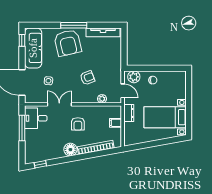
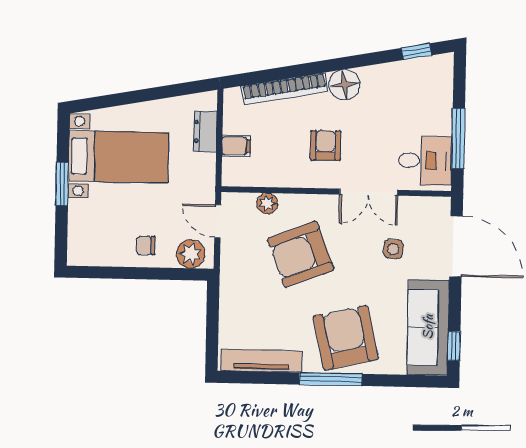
armchair: (87, 78) -> (301, 254), width x1.88, depth x1.88
window: (189, 105) -> (62, 184), added
dresser: (129, 113) -> (205, 132), moved

